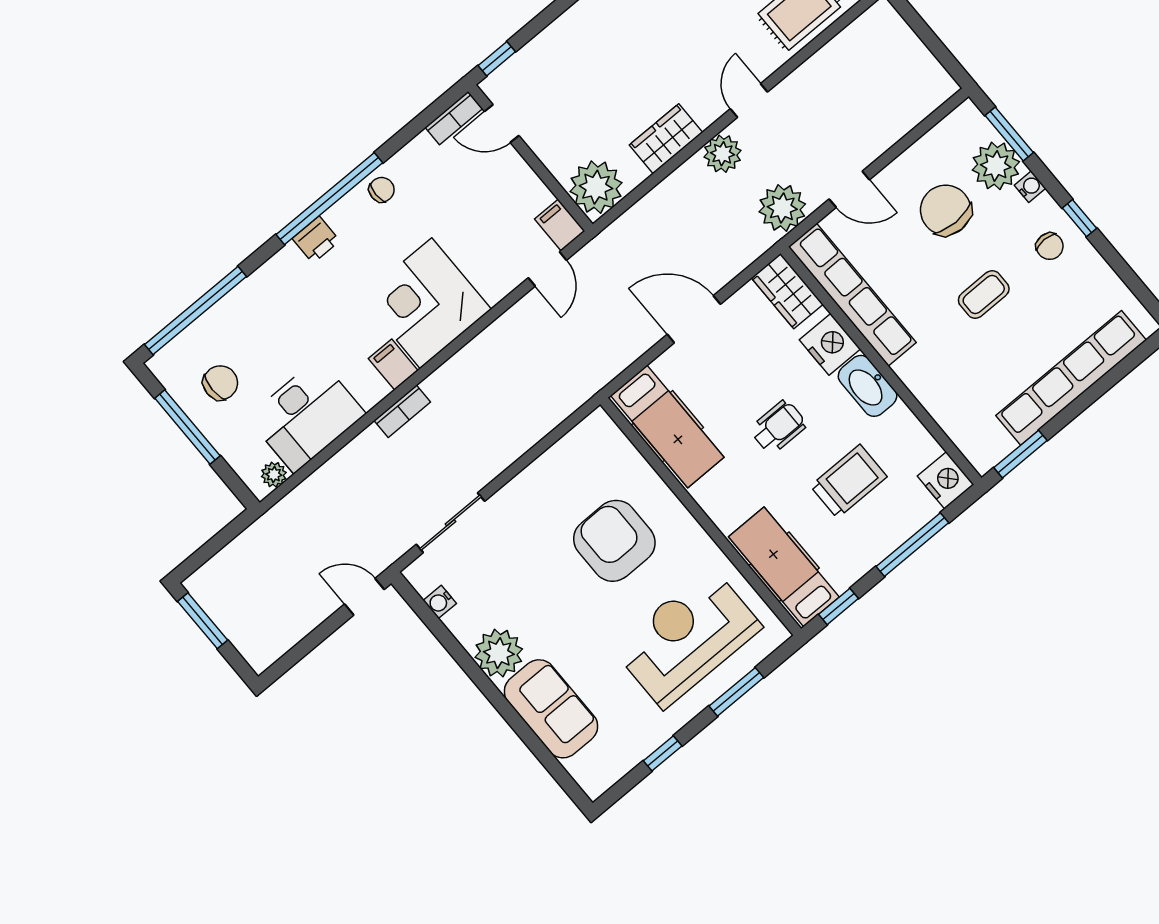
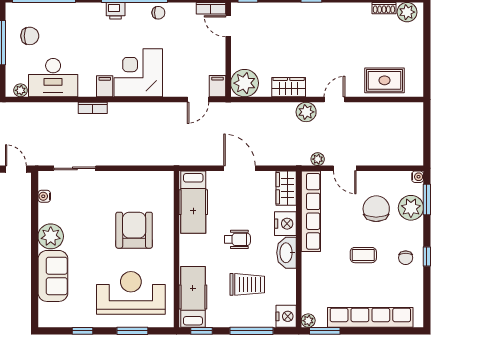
water cooler: (1030, 187) -> (418, 177), moved
plant: (782, 208) -> (318, 159), width x0.53, depth x0.53
plant: (983, 459) -> (308, 321), added

